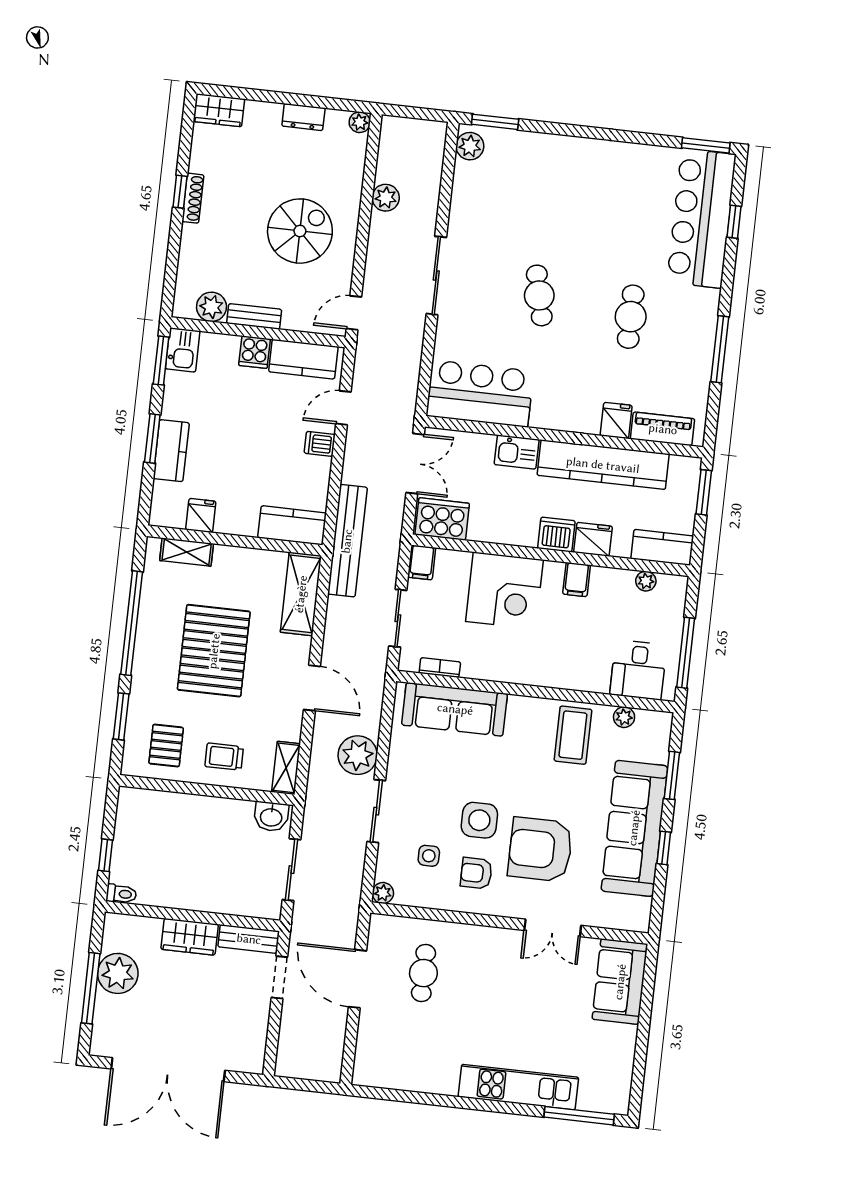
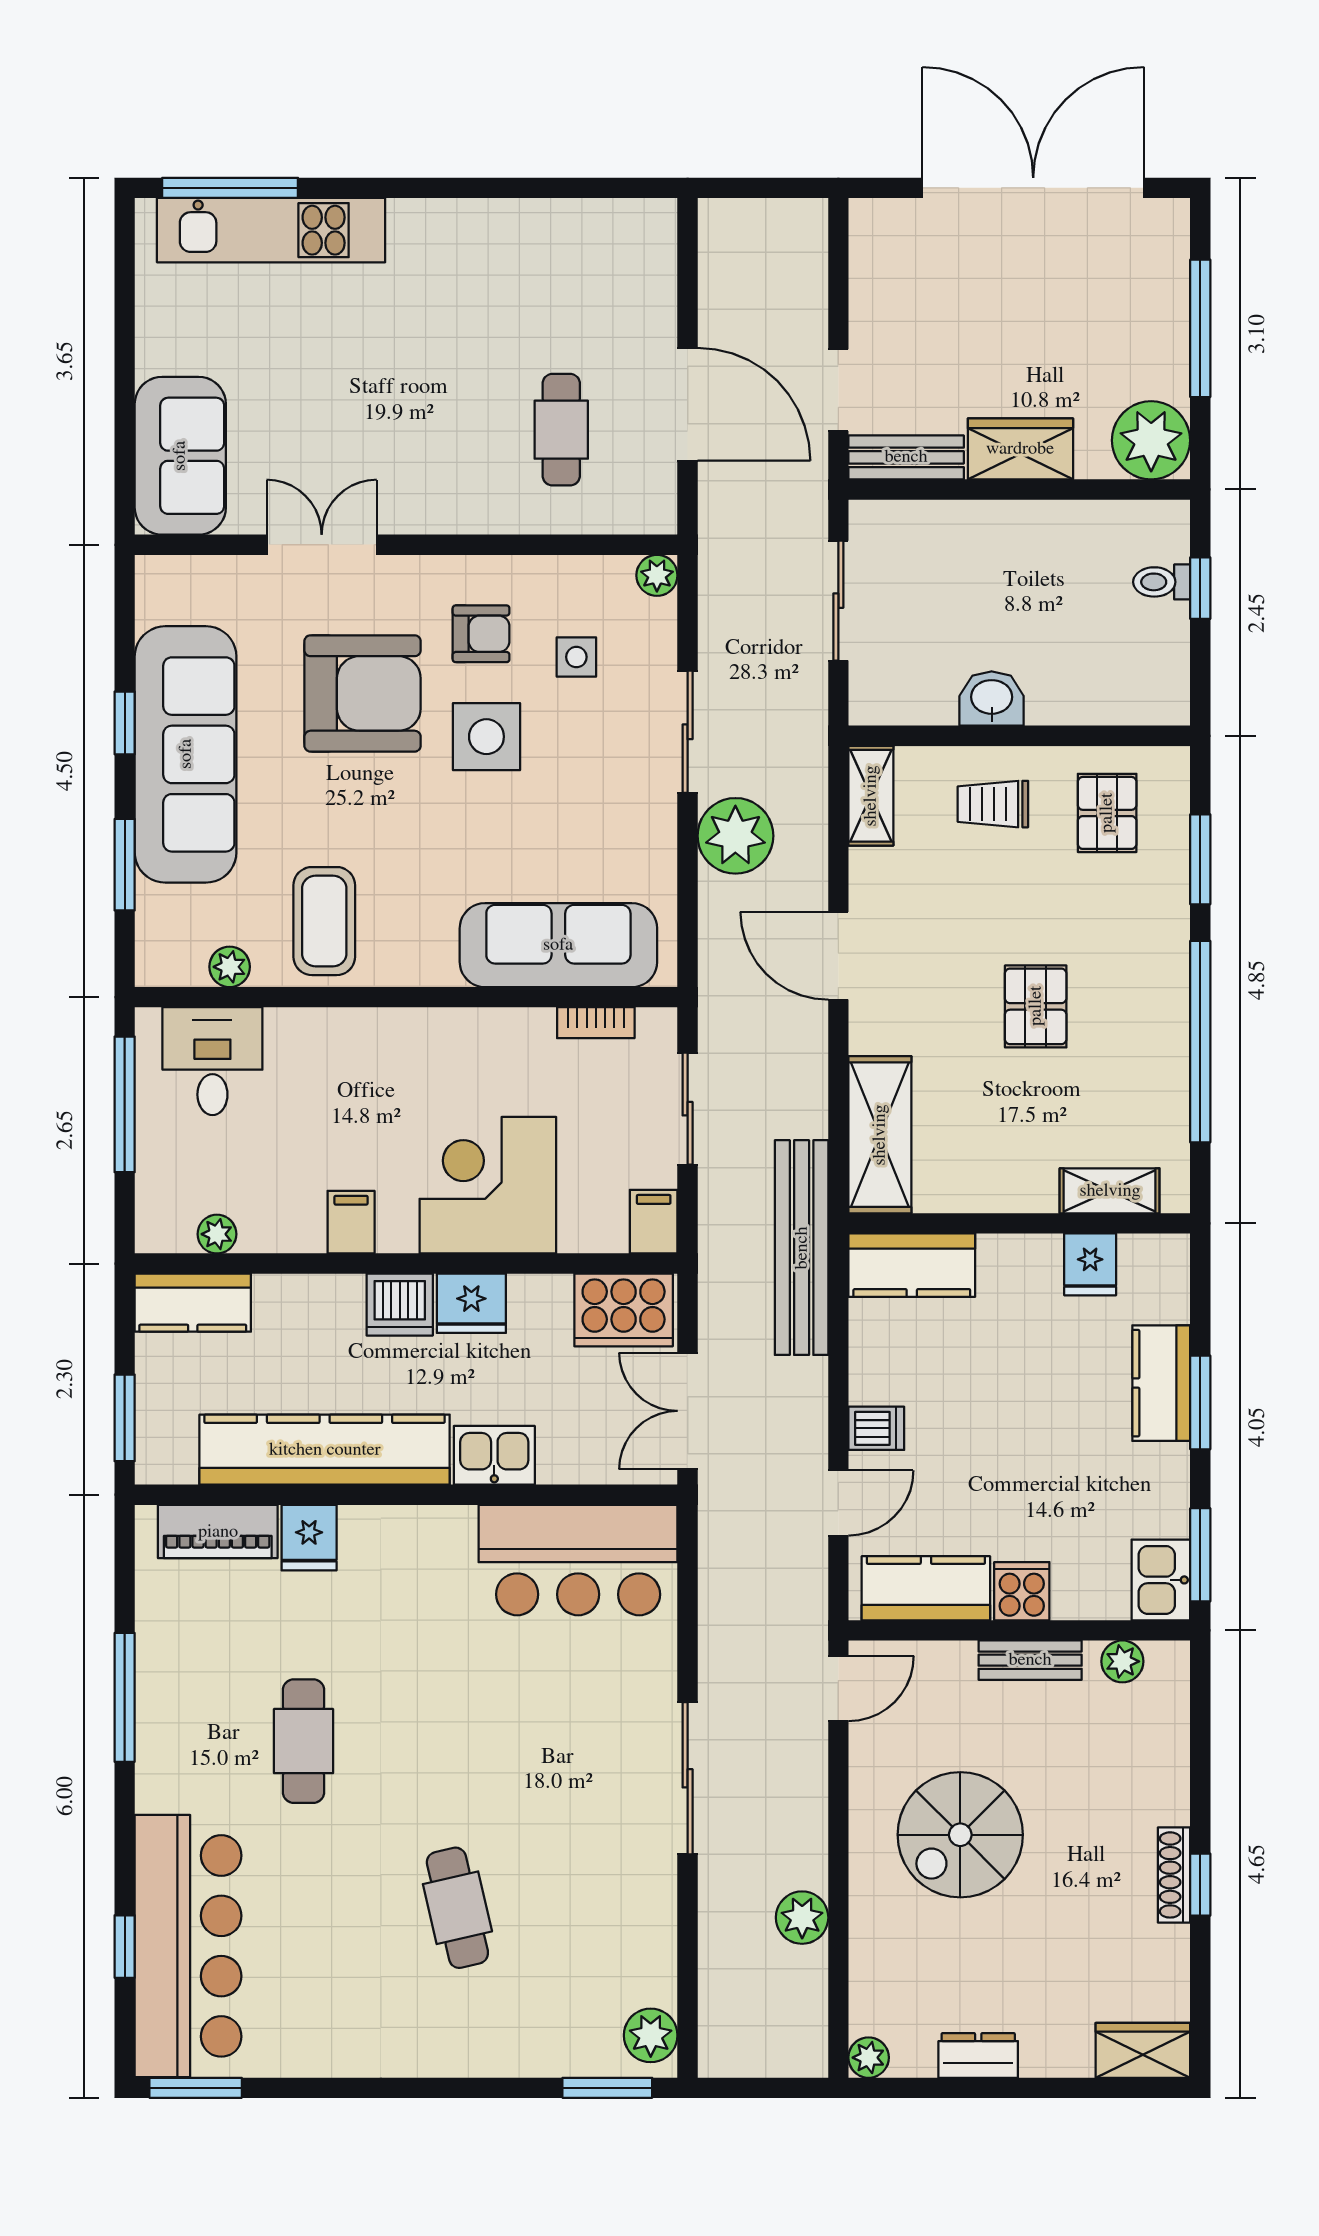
cafe table: (539, 295) -> (457, 1908), moved
plant: (211, 307) -> (1122, 1661), width x0.73, depth x0.73
fridge: (593, 539) -> (471, 1303), moved
pallet: (214, 651) -> (1036, 1006), width x0.49, depth x0.50
trolley: (224, 757) -> (993, 804), turned 180
washbasin: (271, 817) -> (992, 699), moved
toilet: (121, 894) -> (1162, 582), moved
plant: (118, 973) -> (1151, 440), moved
kitchen unit: (518, 1087) -> (271, 230), moved

